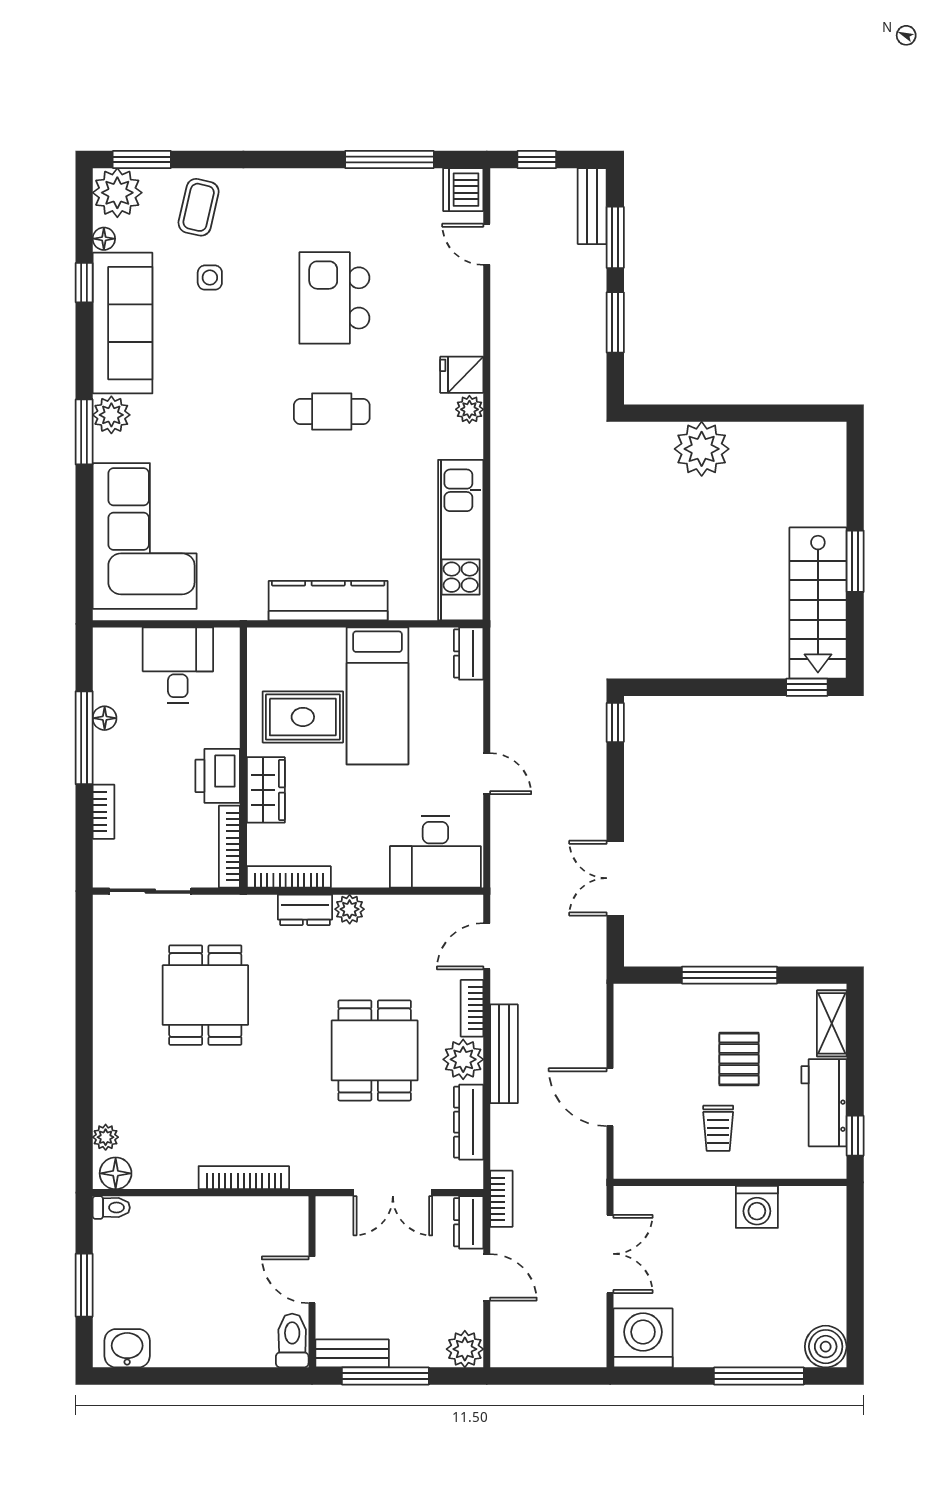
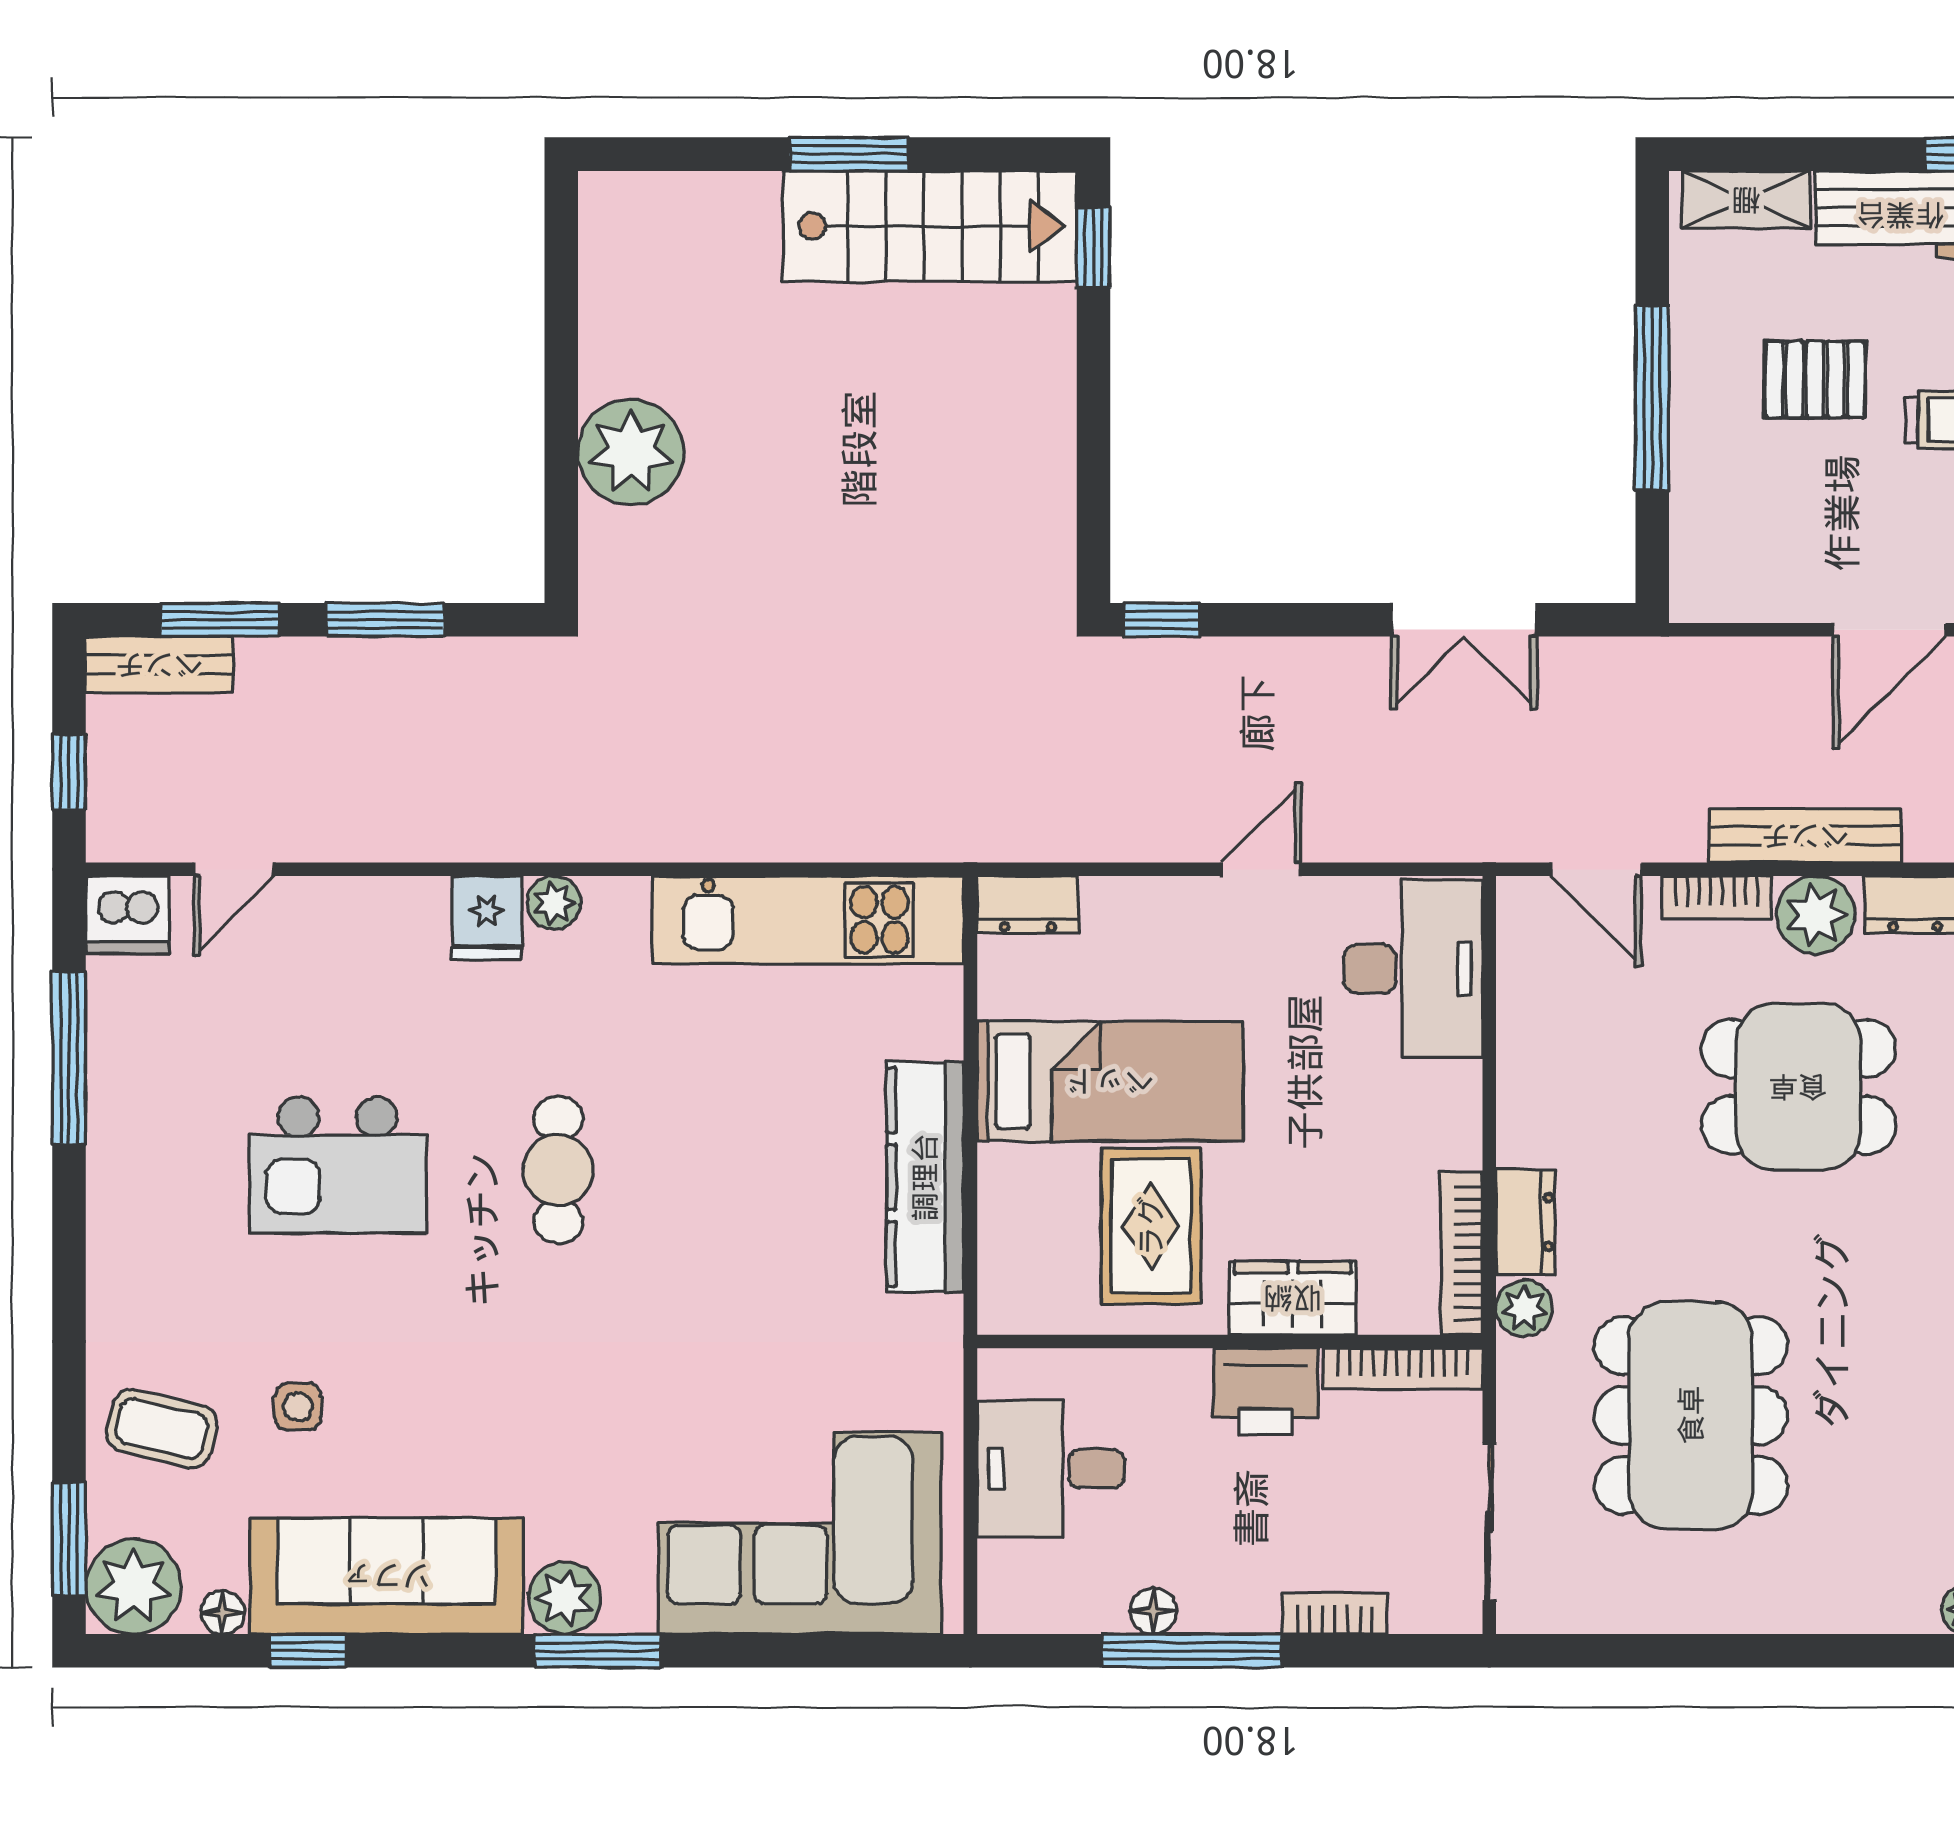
plant: (350, 909) -> (1524, 1308), moved
dining table: (205, 995) -> (1691, 1415), width x1.38

